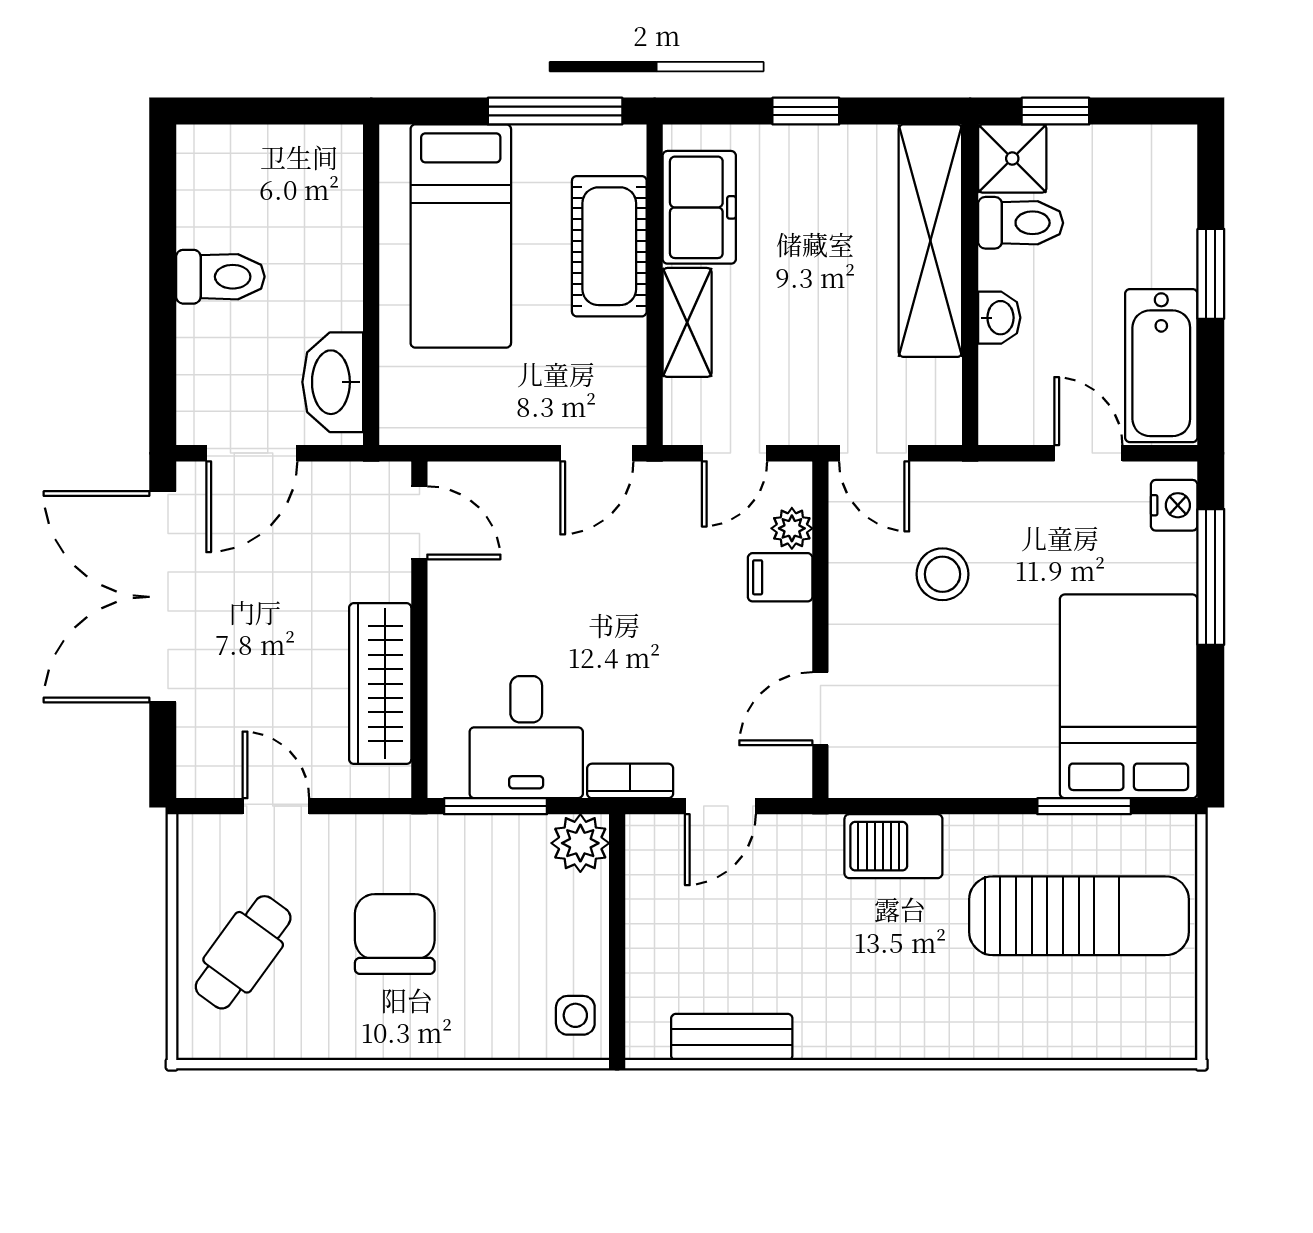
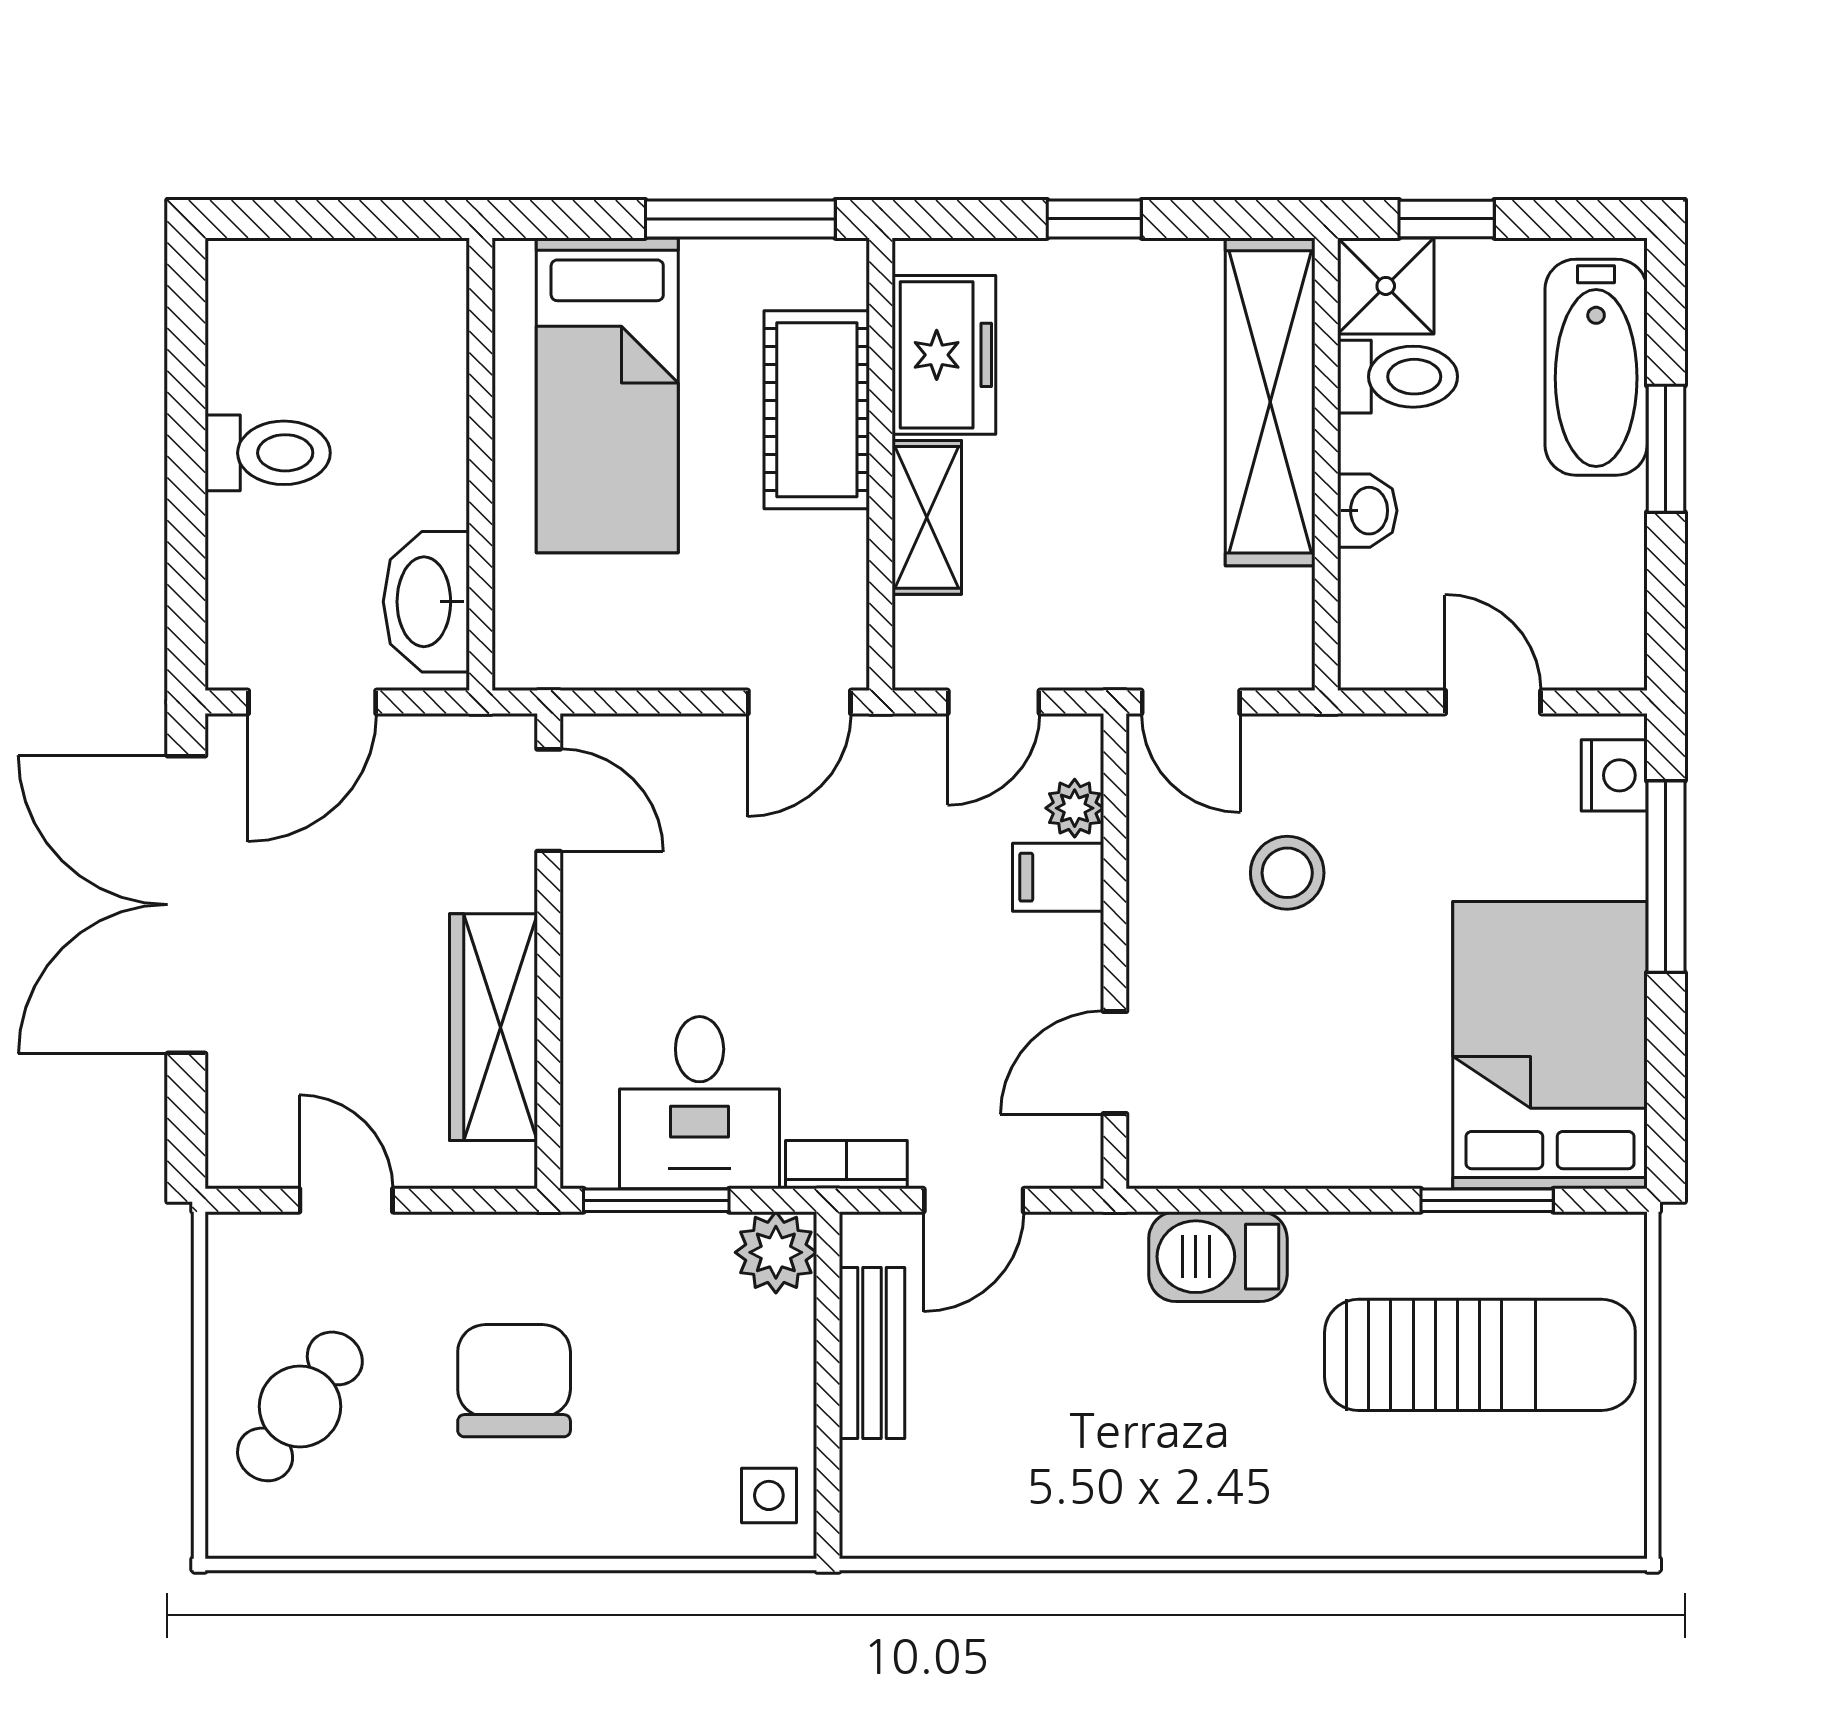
bathtub: (1161, 366) -> (1596, 367), moved
bench: (732, 1037) -> (872, 1353), moved, turned 90

